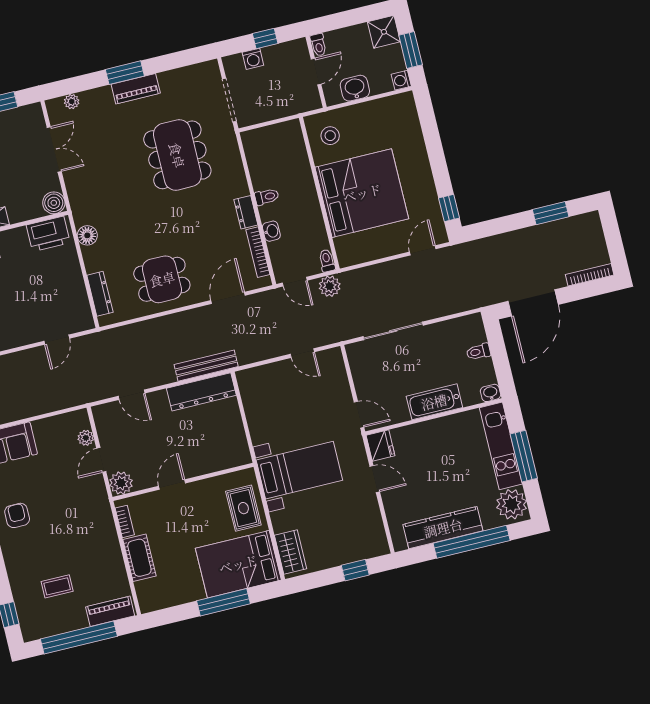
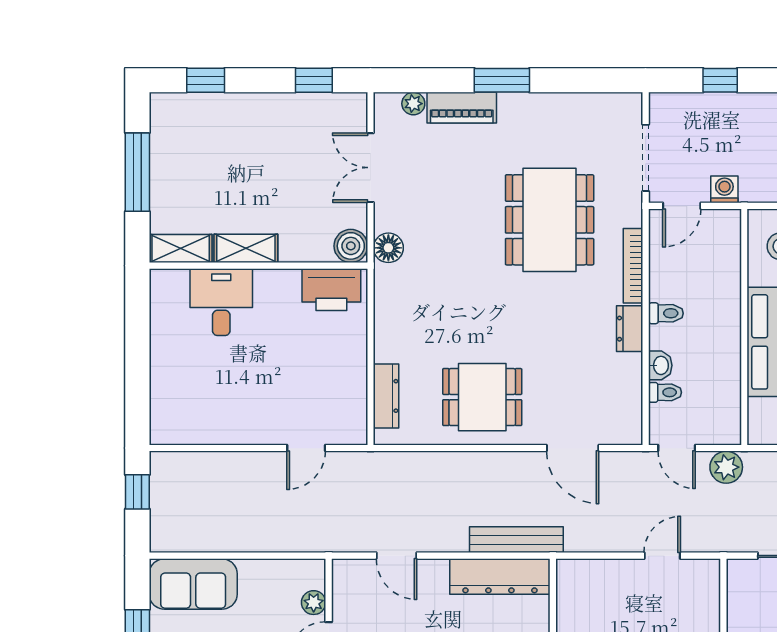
washing machine: (253, 59) -> (724, 189), moved, turned 180
piano: (136, 89) -> (462, 108), moved
door: (260, 125) -> (682, 206), added
double door: (54, 149) -> (371, 168), swing flipped
floor lamp: (87, 235) -> (388, 248), moved
bookcase: (258, 252) -> (633, 266), moved
toilet: (327, 261) -> (665, 392), moved, turned 90
door: (228, 298) -> (573, 448), swing flipped
door: (302, 353) -> (662, 556), swing flipped

